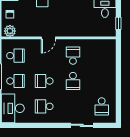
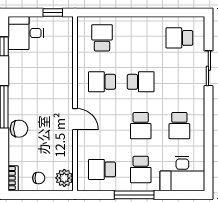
school desk: (15, 56) -> (102, 169), turned -90
school desk: (102, 56) -> (102, 38), added
school desk: (15, 81) -> (141, 169), turned 180
school desk: (102, 106) -> (179, 38), turned 180

